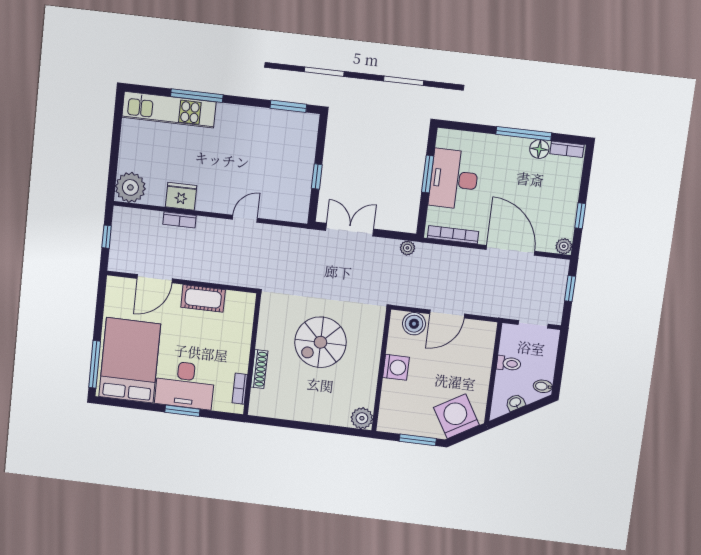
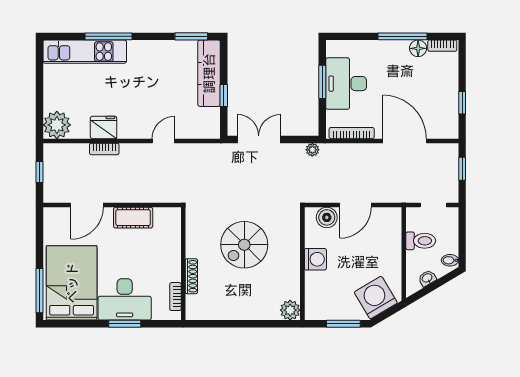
kitchen counter: (303, 150) -> (209, 73), added
plant: (564, 246) -> (451, 132), removed
toilet: (509, 363) -> (421, 241), width x1.37, depth x1.39

